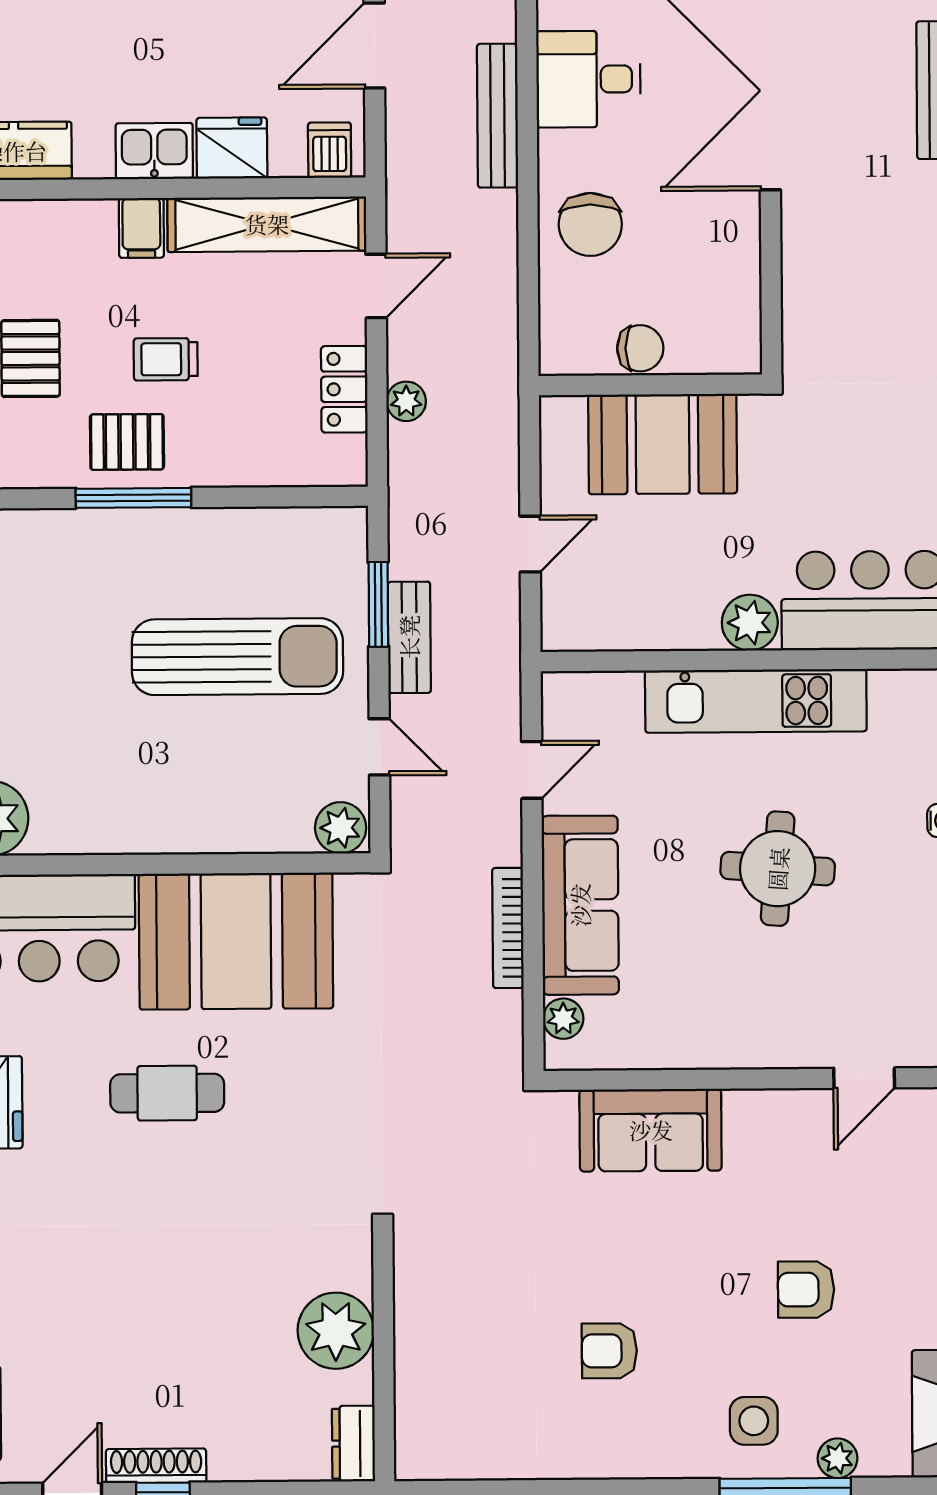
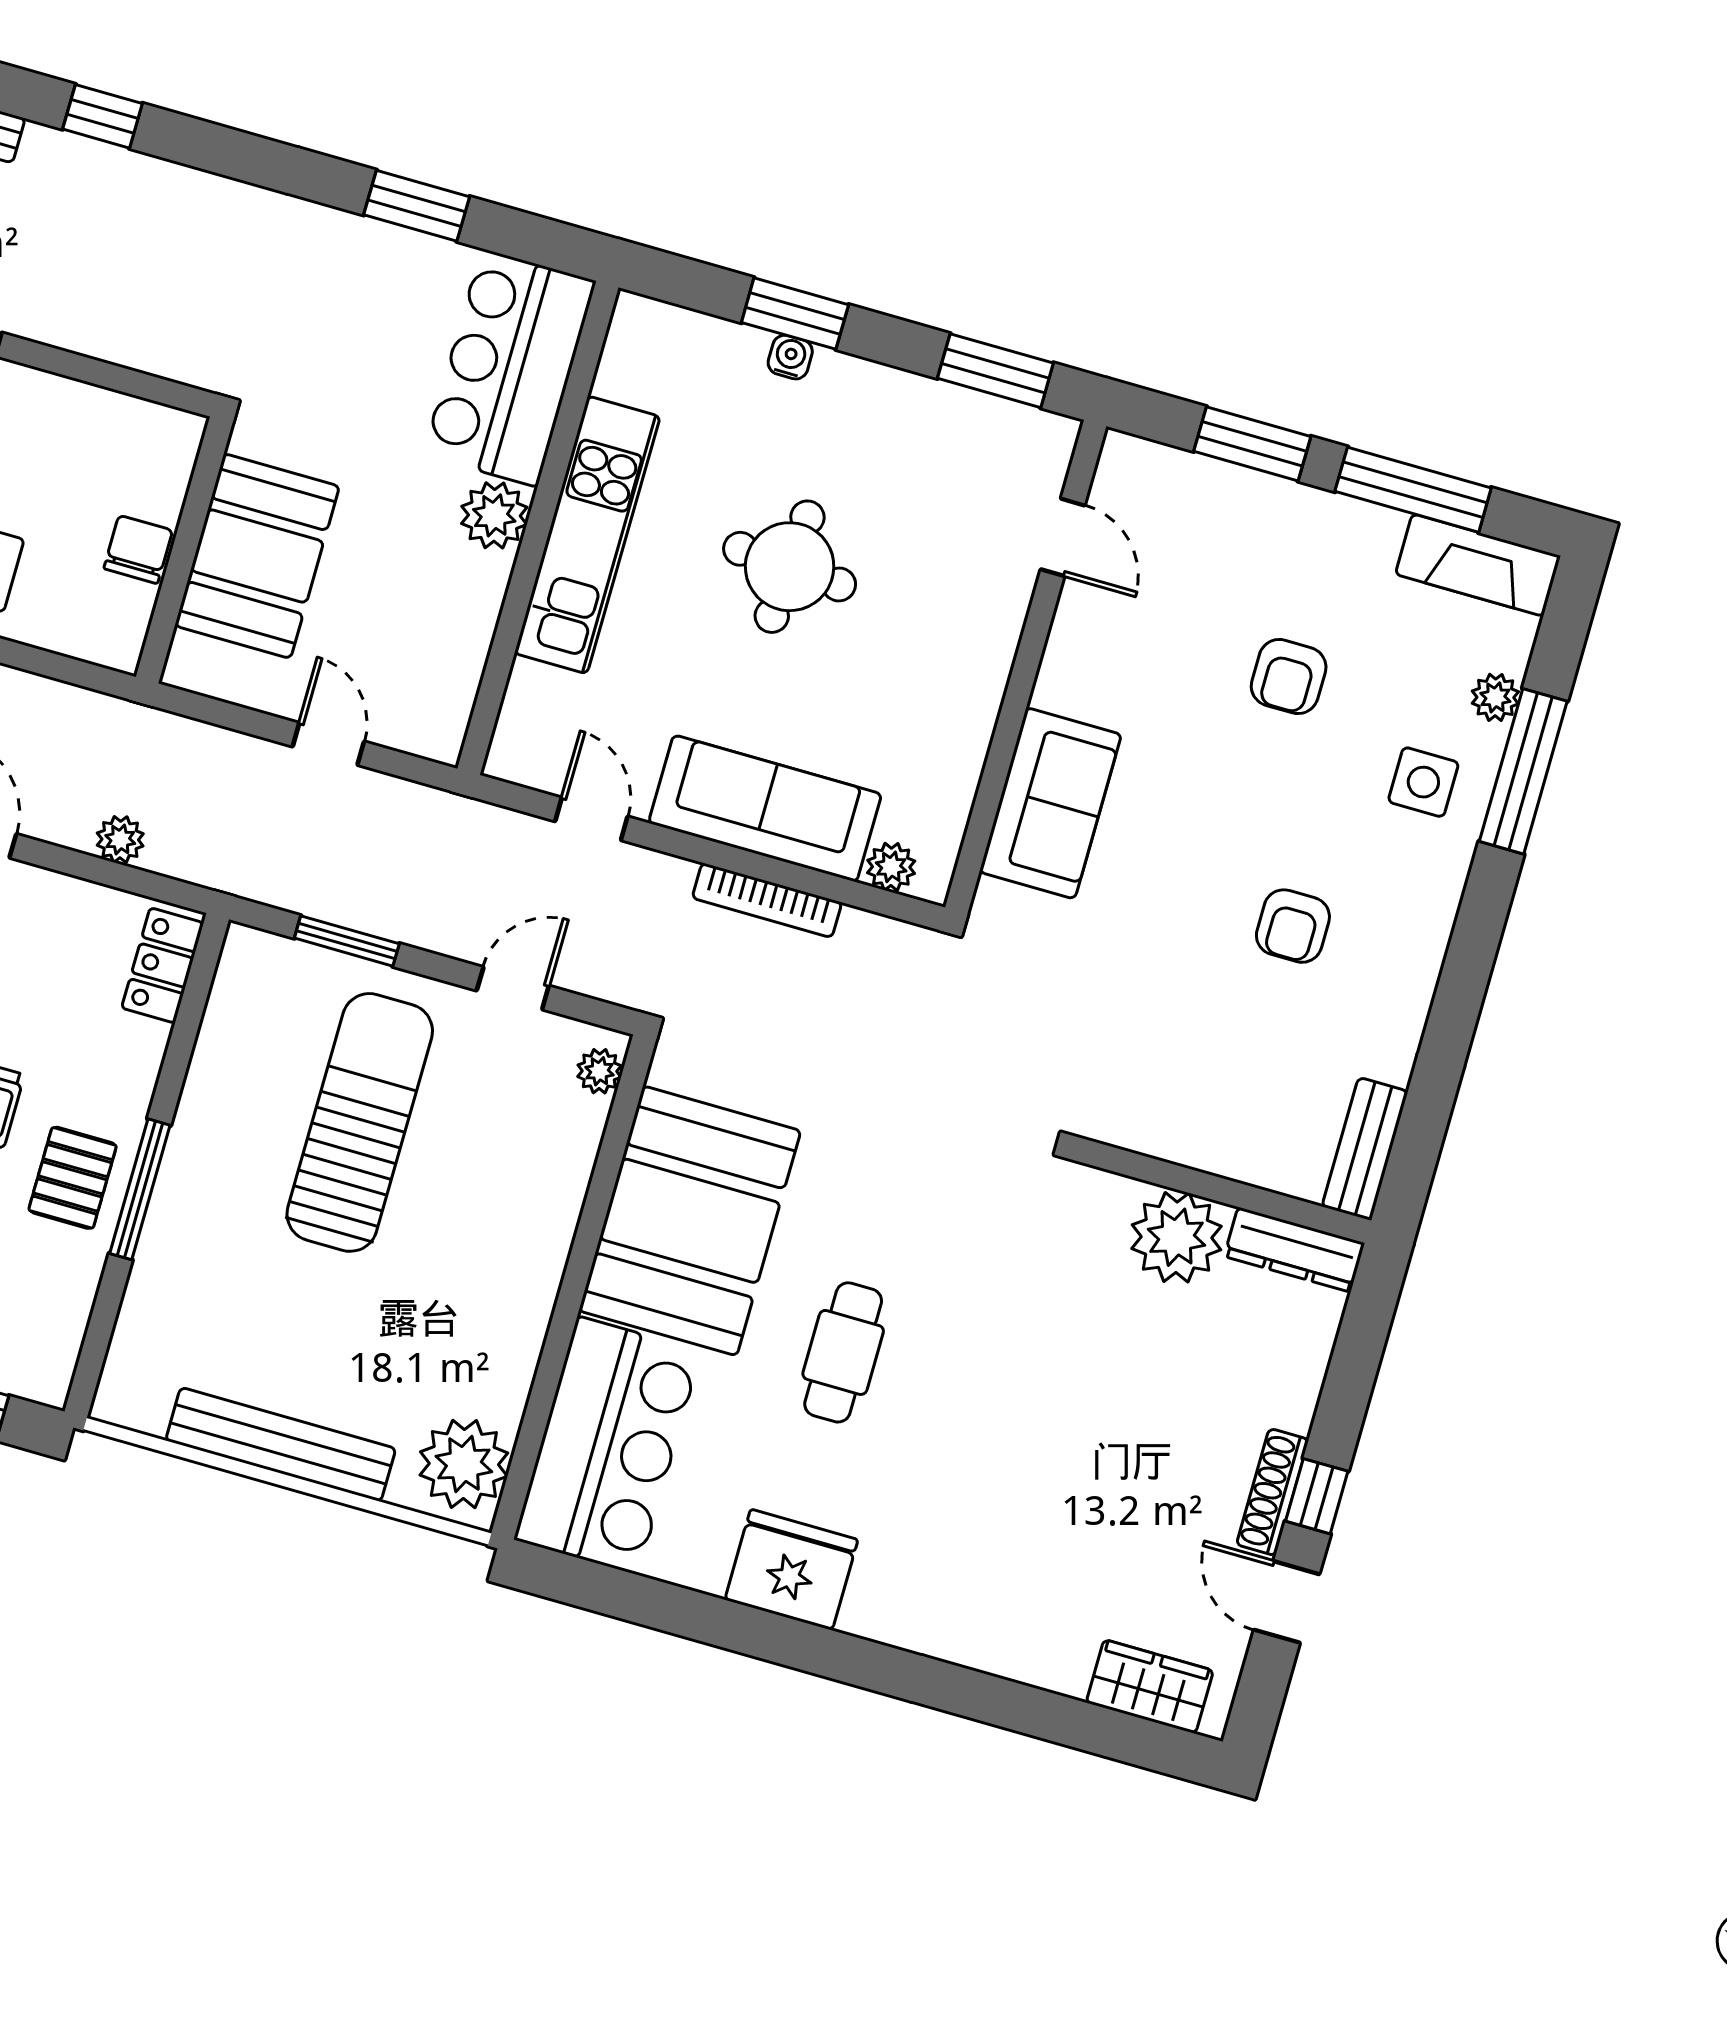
locker: (344, 389) -> (163, 965), moved, turned 90
bench: (409, 637) -> (1365, 1149), moved, turned 90
plant: (341, 828) -> (599, 1071), width x0.73, depth x0.73
dresser: (353, 1444) -> (1294, 1250), width x1.44

